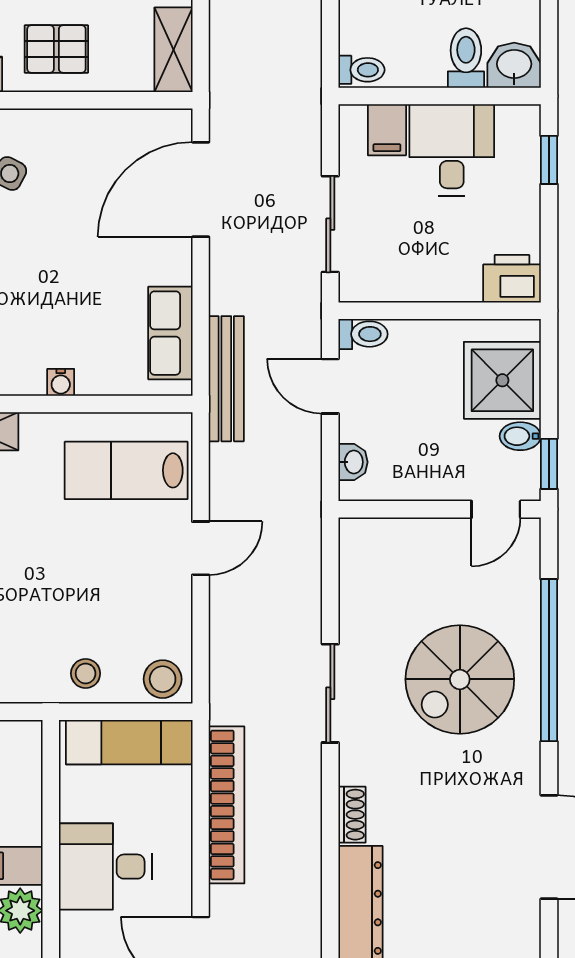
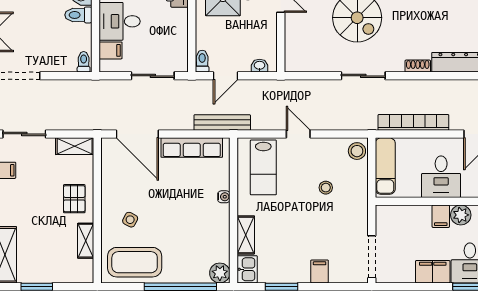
row of seats: (170, 333) -> (192, 148), width x1.48
stool: (86, 673) -> (326, 188), moved

